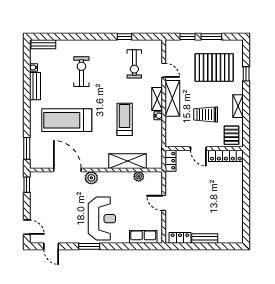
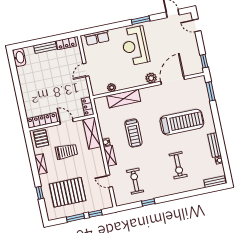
shelving: (172, 98) -> (92, 133), moved
door: (67, 170) -> (173, 80), swing flipped
door: (164, 203) -> (86, 70), swing flipped
washbasin: (237, 233) -> (19, 57), added

